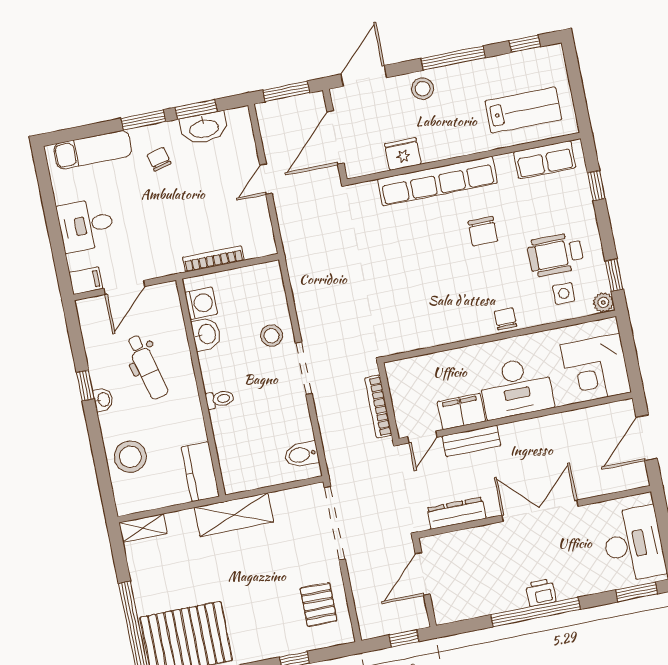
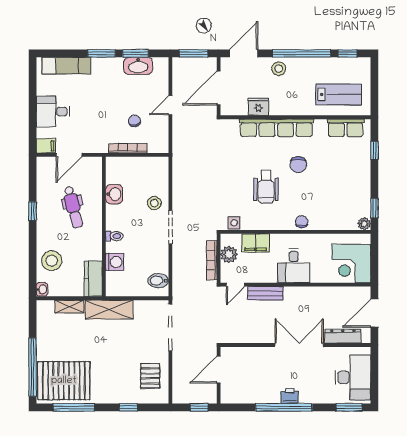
window: (453, 58) -> (301, 53), width x1.46
chair: (159, 159) -> (134, 121), moved
wheelchair: (555, 255) -> (266, 187), moved, turned -90
side table: (564, 293) -> (234, 223), moved
washing machine: (201, 303) -> (115, 262), moved
desk: (516, 388) -> (294, 266), width x0.73
plant: (403, 392) -> (229, 254), added
washbasin: (103, 400) -> (42, 289), moved
filing cabinet: (461, 411) -> (256, 243), moved, turned 180
dresser: (456, 513) -> (343, 336), moved
shelving: (143, 528) -> (69, 307), moved

